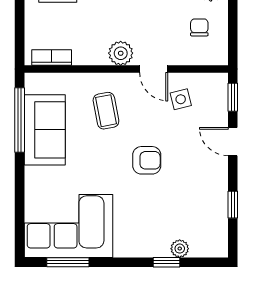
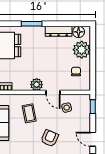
door: (233, 142) -> (93, 139), moved
armchair: (147, 160) -> (50, 138), turned -66

